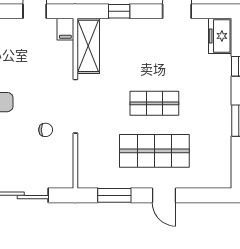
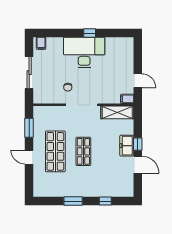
window: (119, 11) -> (138, 144), moved
freezer: (220, 36) -> (127, 146), moved, turned -90
door: (164, 195) -> (29, 157), hinge flipped

